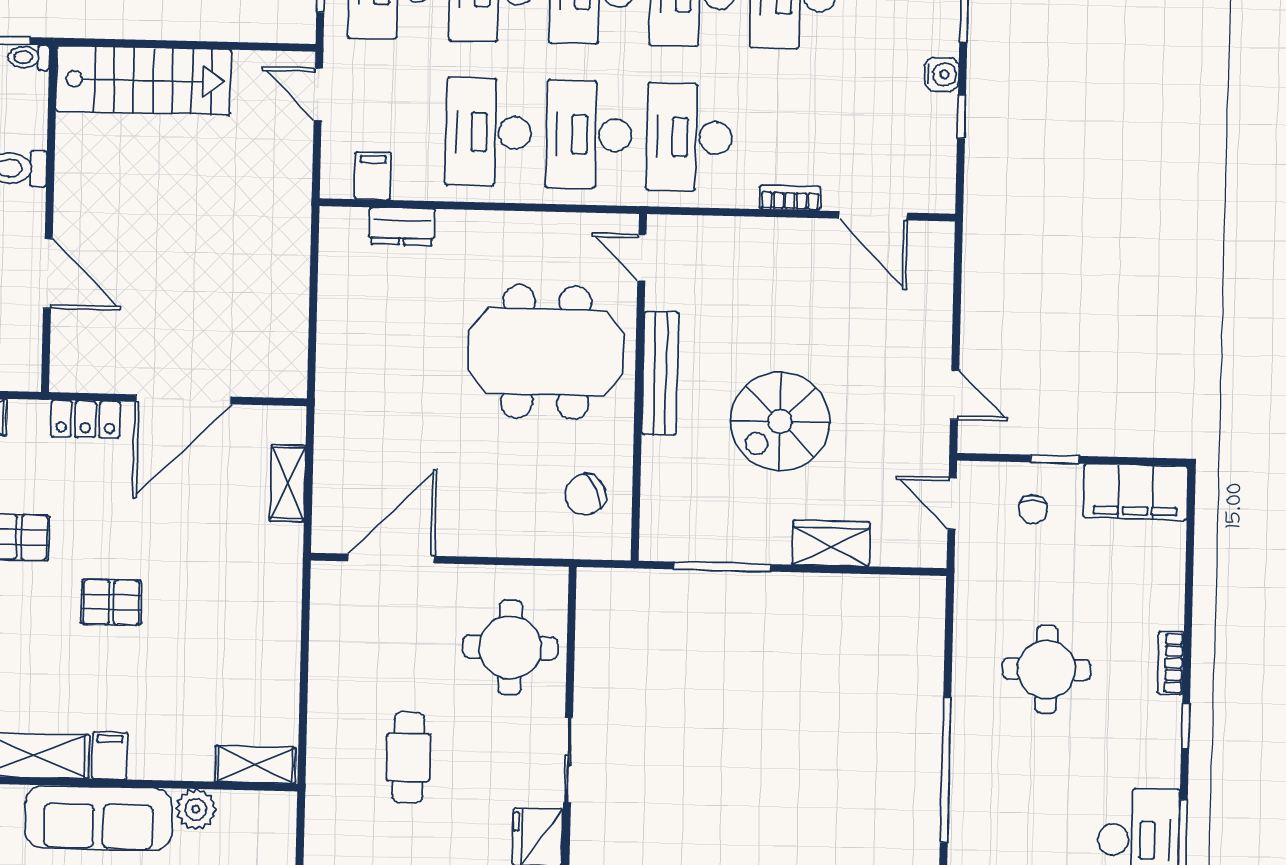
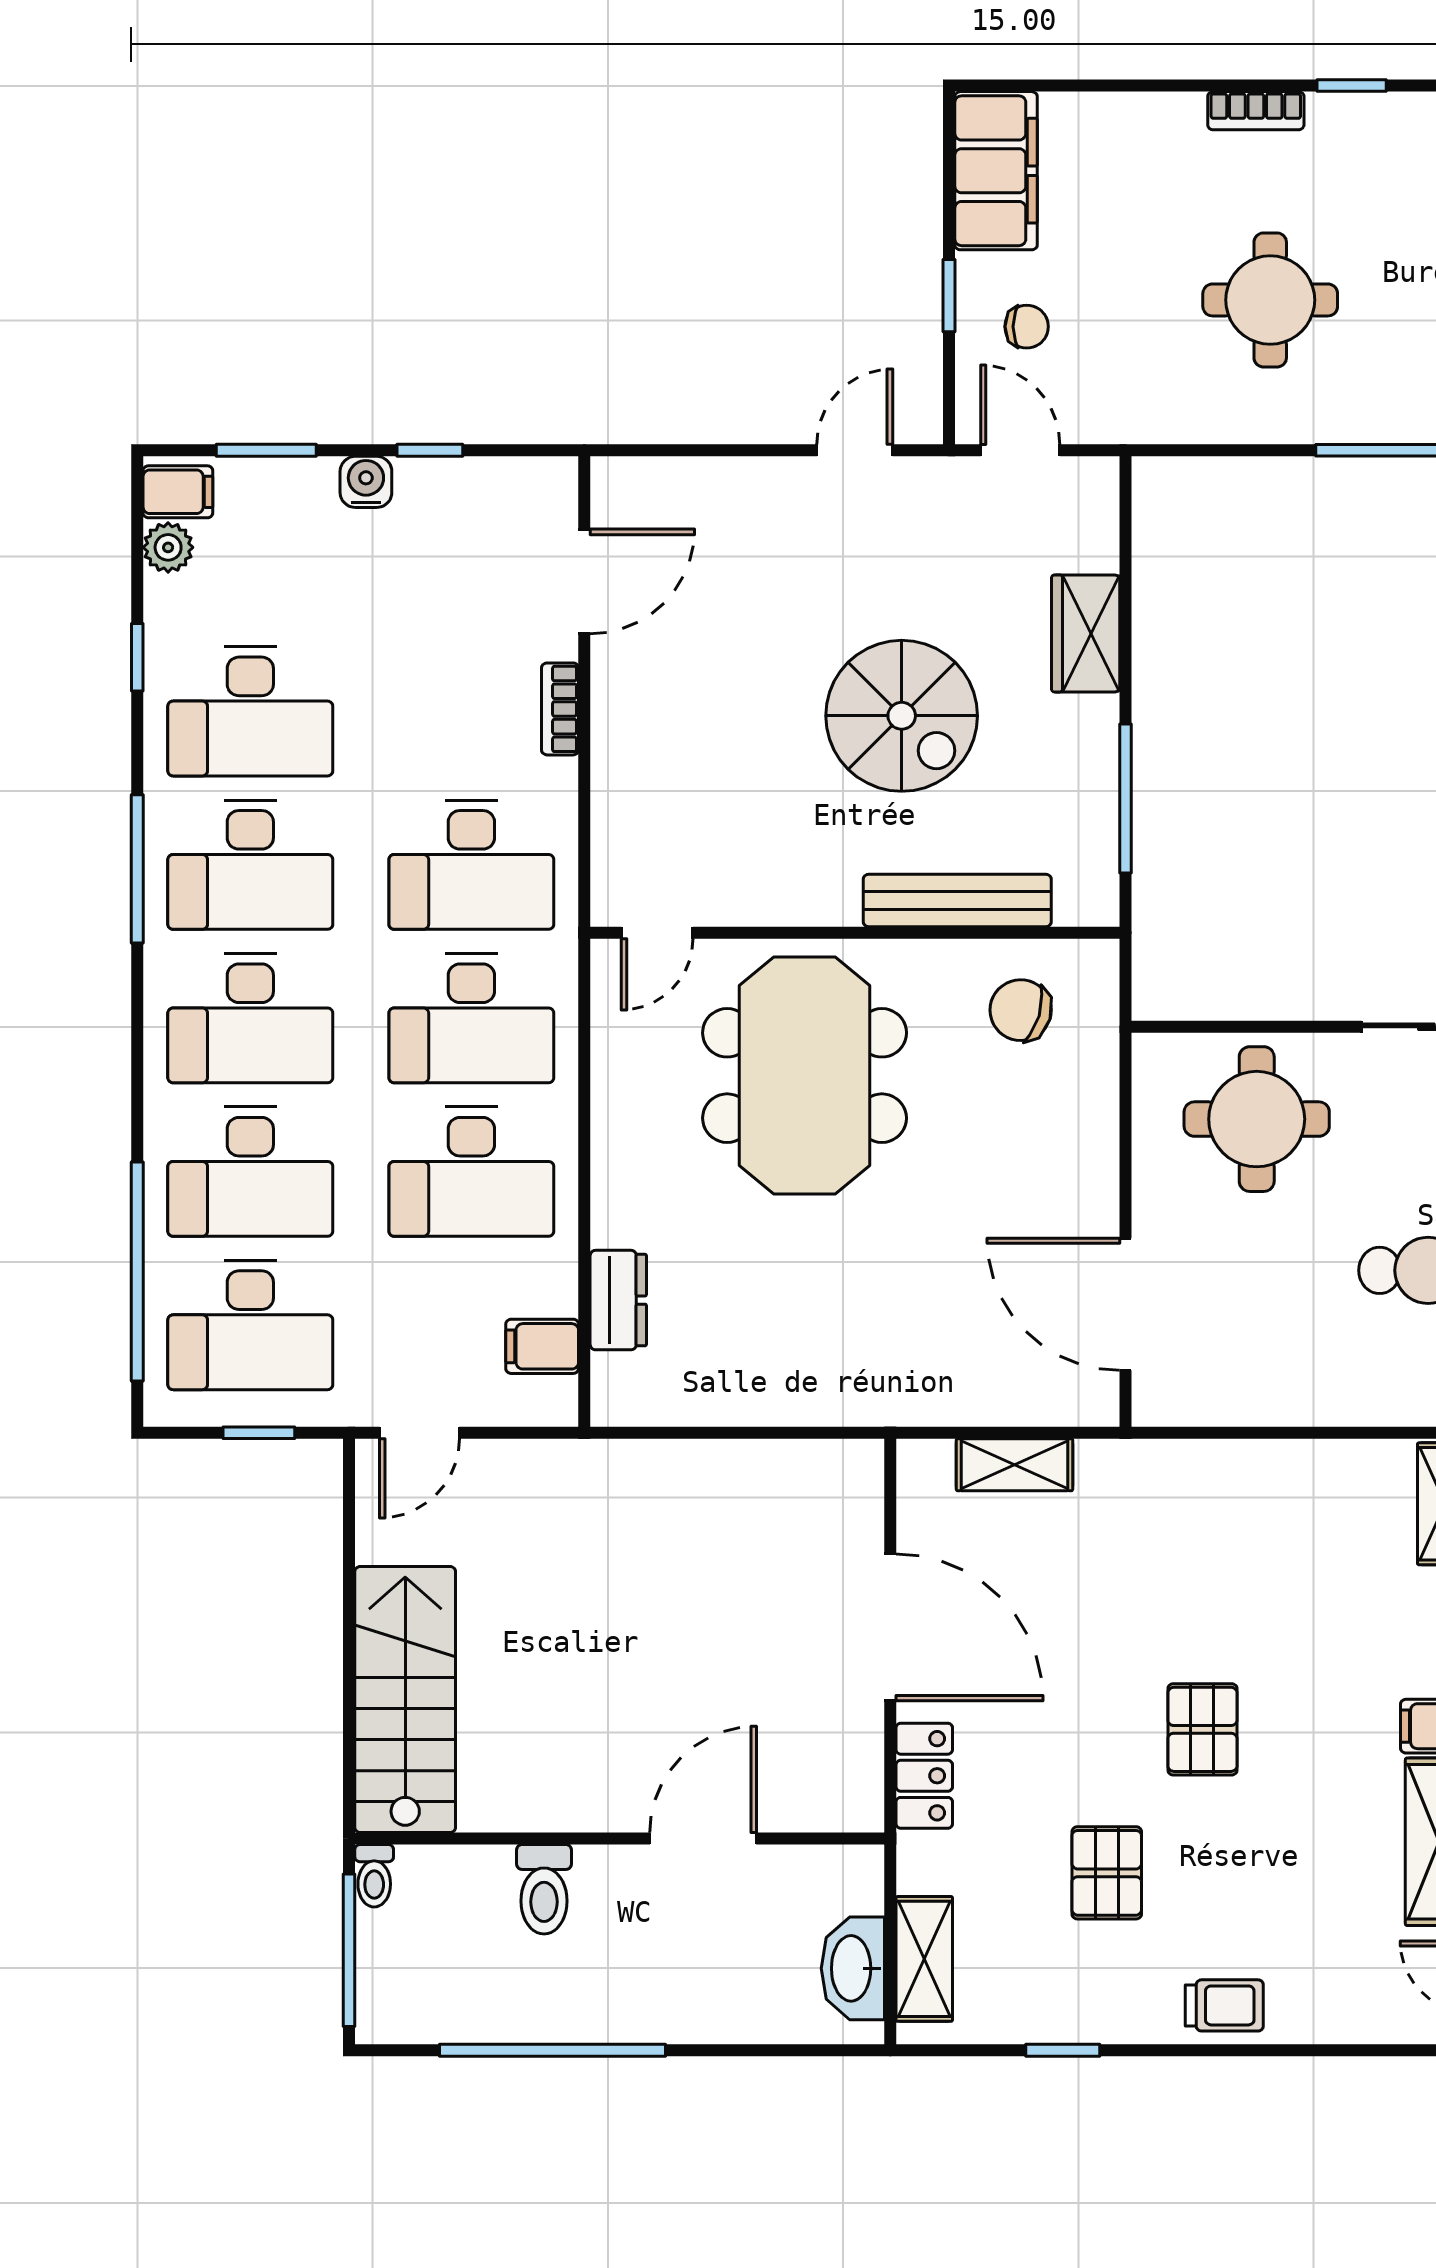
bench: (660, 373) -> (957, 900), moved
chair: (585, 495) -> (1021, 1010), turned 134
door: (952, 503) -> (1020, 450), swing flipped

